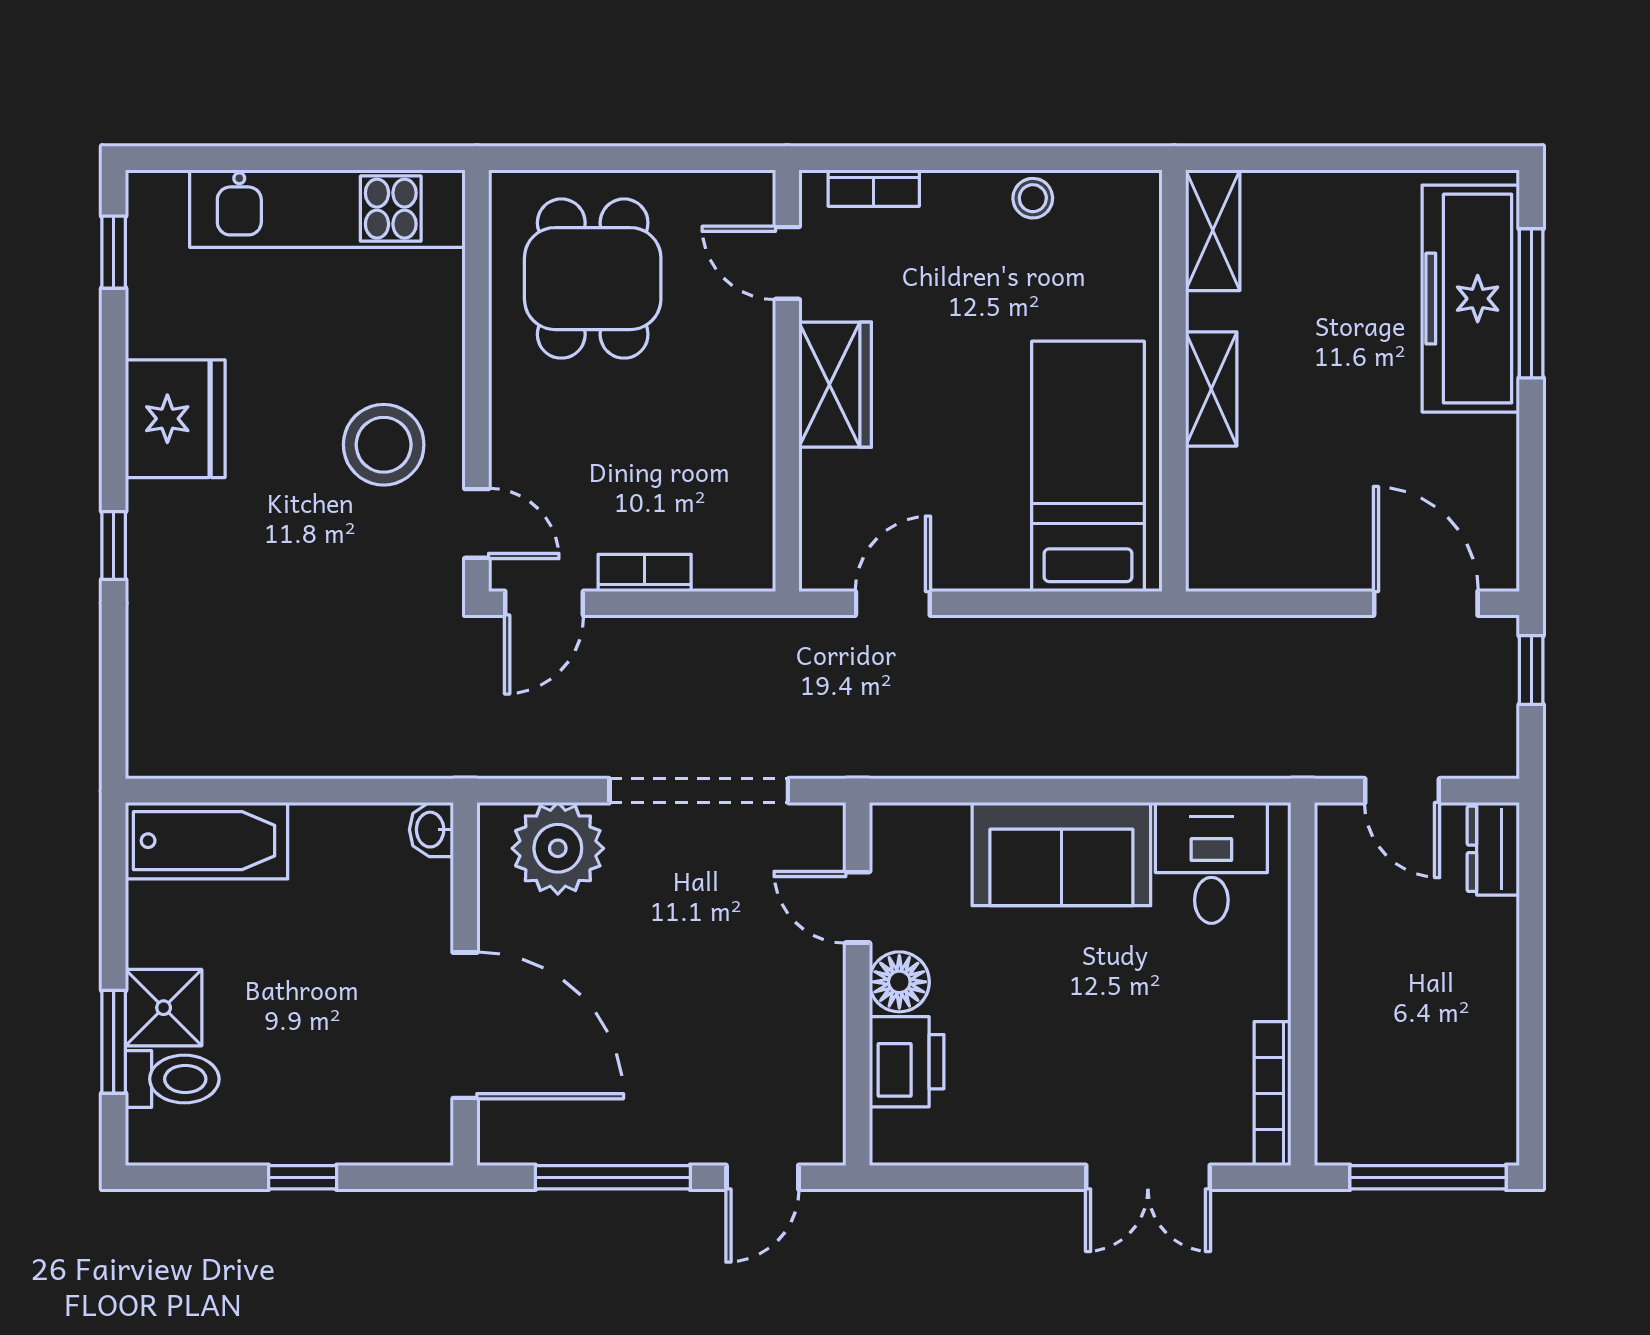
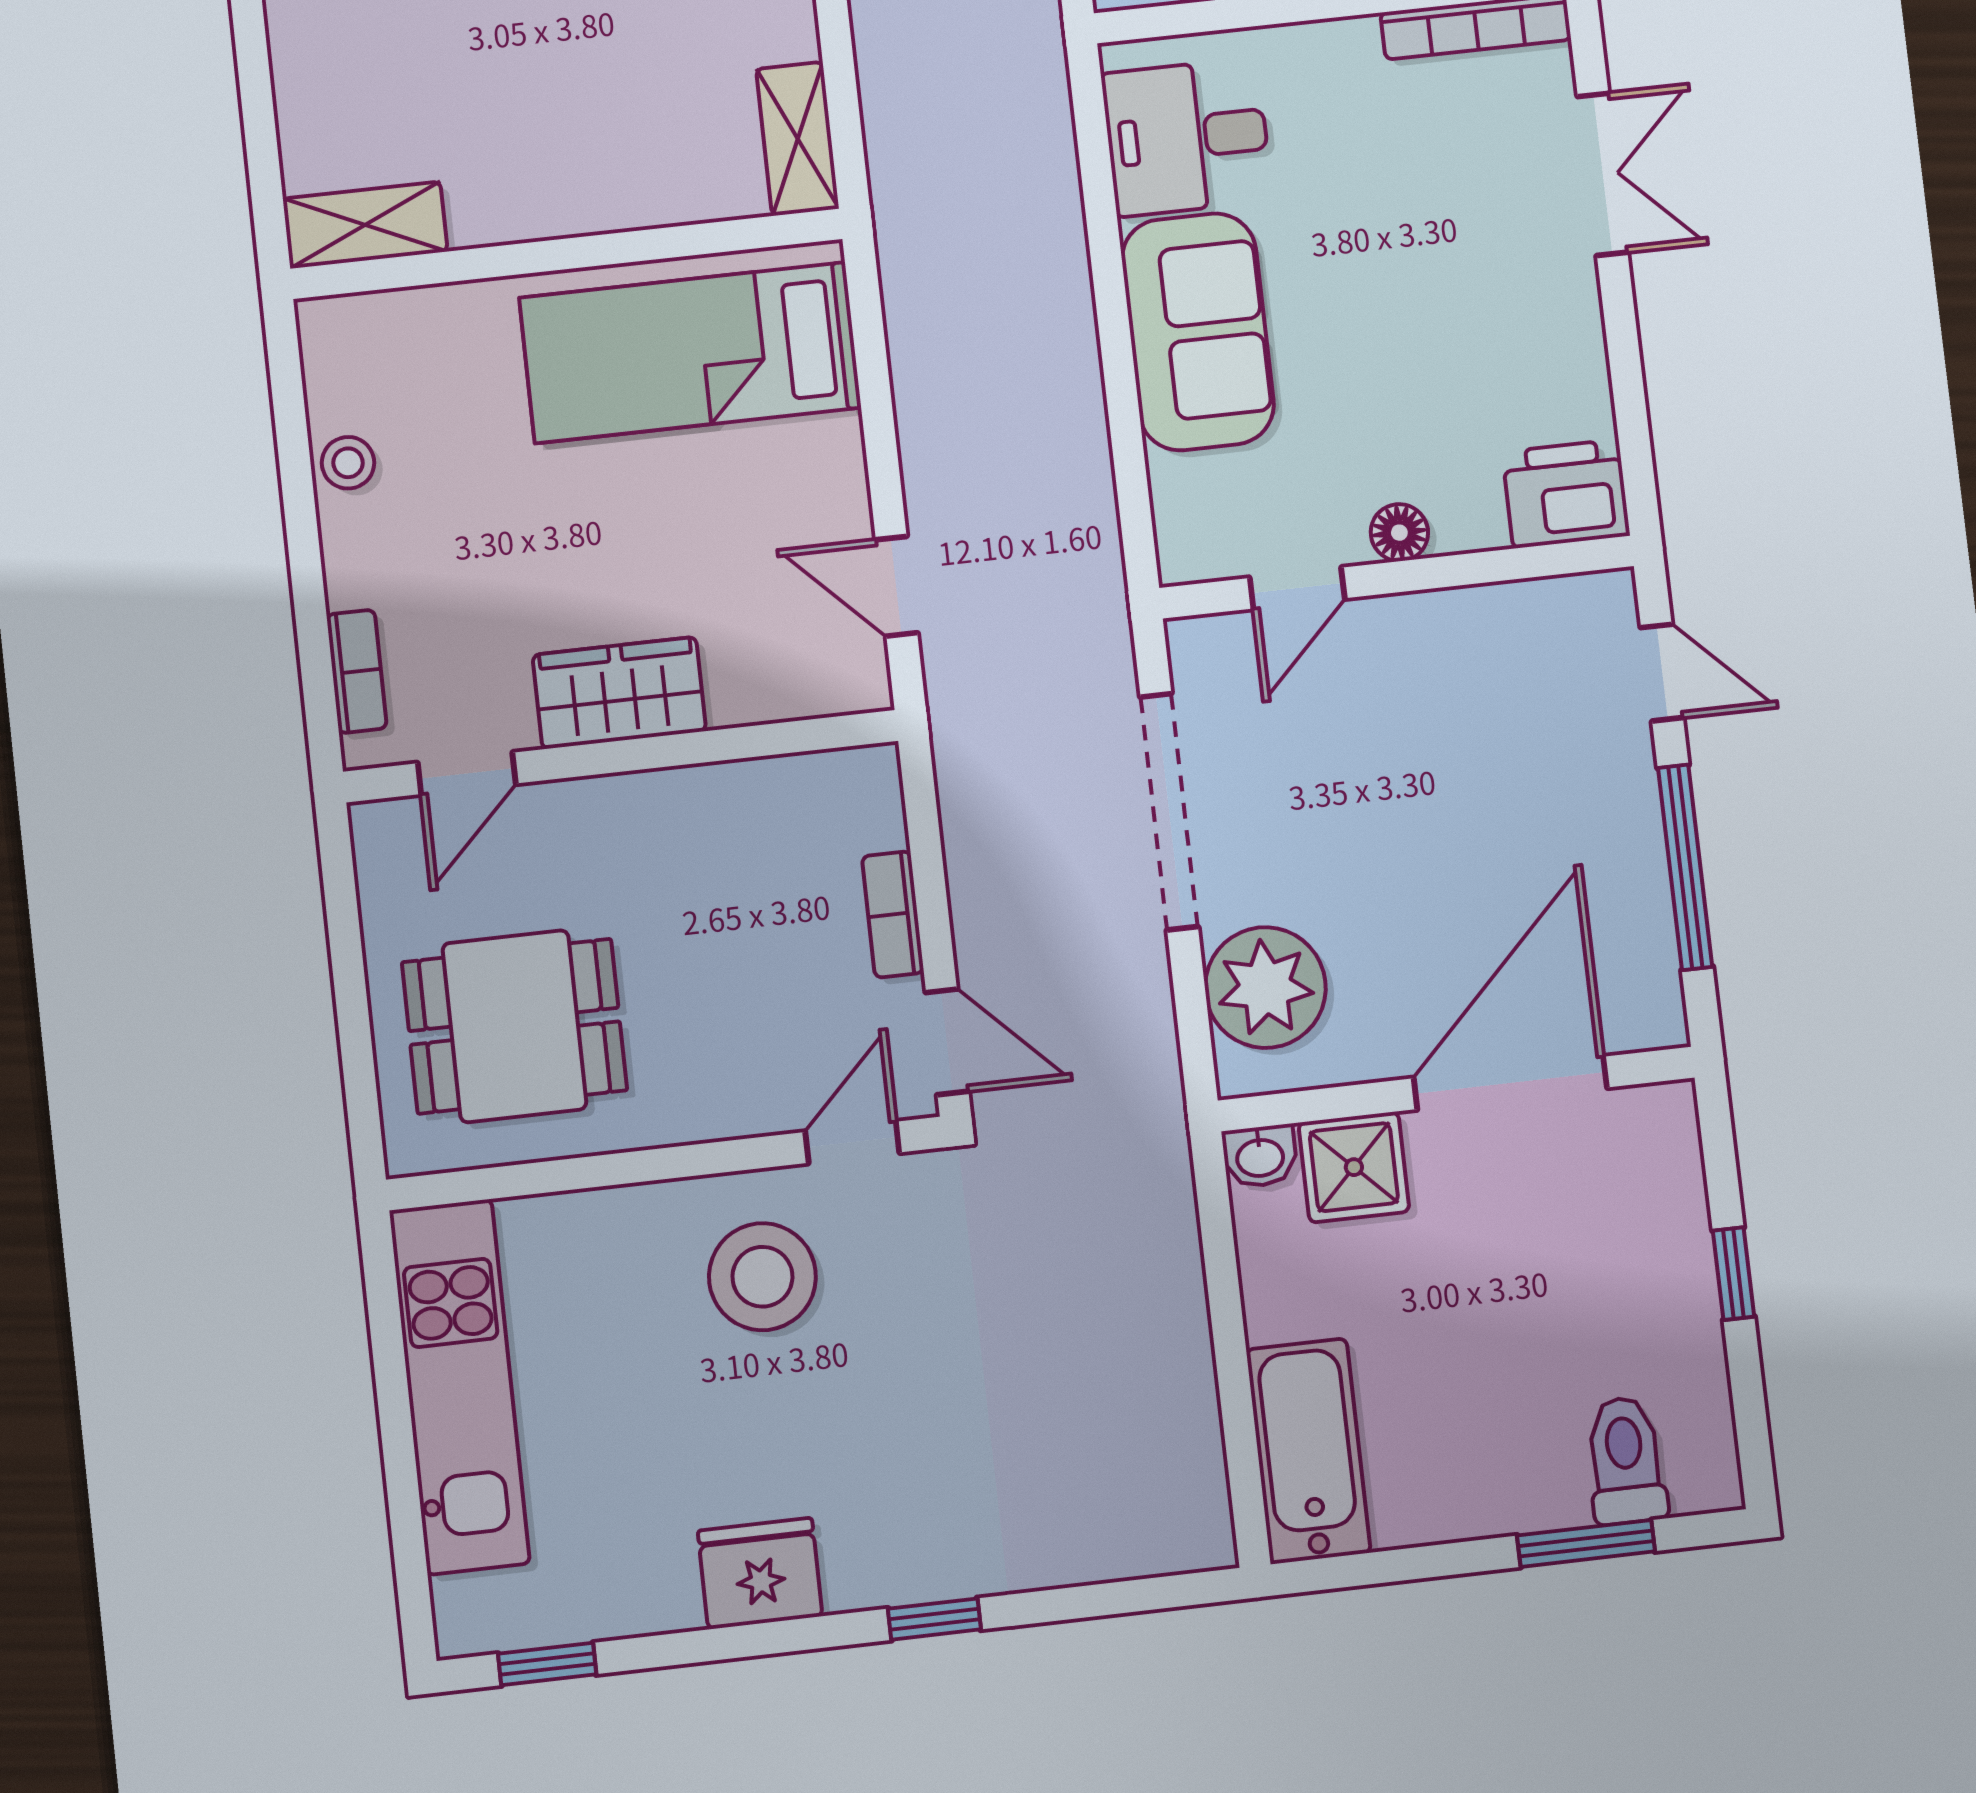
shelving: (1211, 389) -> (798, 139), moved, turned 90
fridge: (175, 419) -> (760, 1573), width x0.73, depth x0.75
floor lamp: (899, 982) -> (1399, 533), width x0.73, depth x0.73
shower: (164, 1008) -> (1354, 1167), moved
printer: (907, 1062) -> (1566, 494), moved

